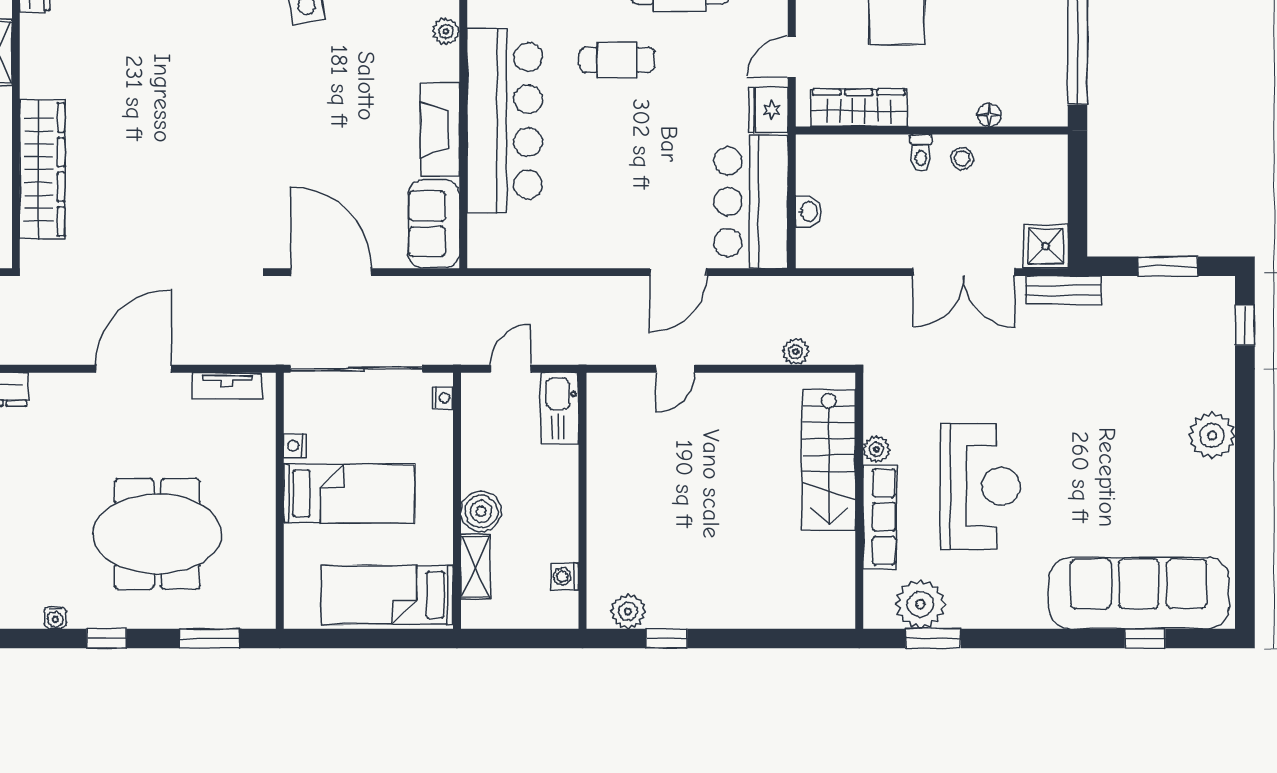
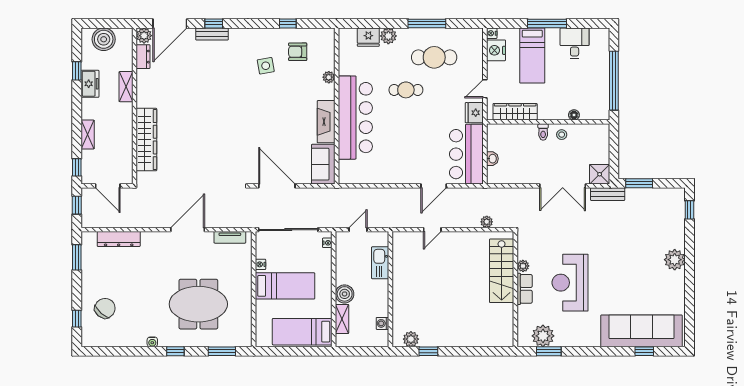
window: (1168, 266) -> (639, 183), moved
kitchen sink: (560, 408) -> (380, 263), moved
reception desk: (980, 486) -> (570, 283), turned 180
row of seats: (880, 517) -> (525, 289), width x0.68

